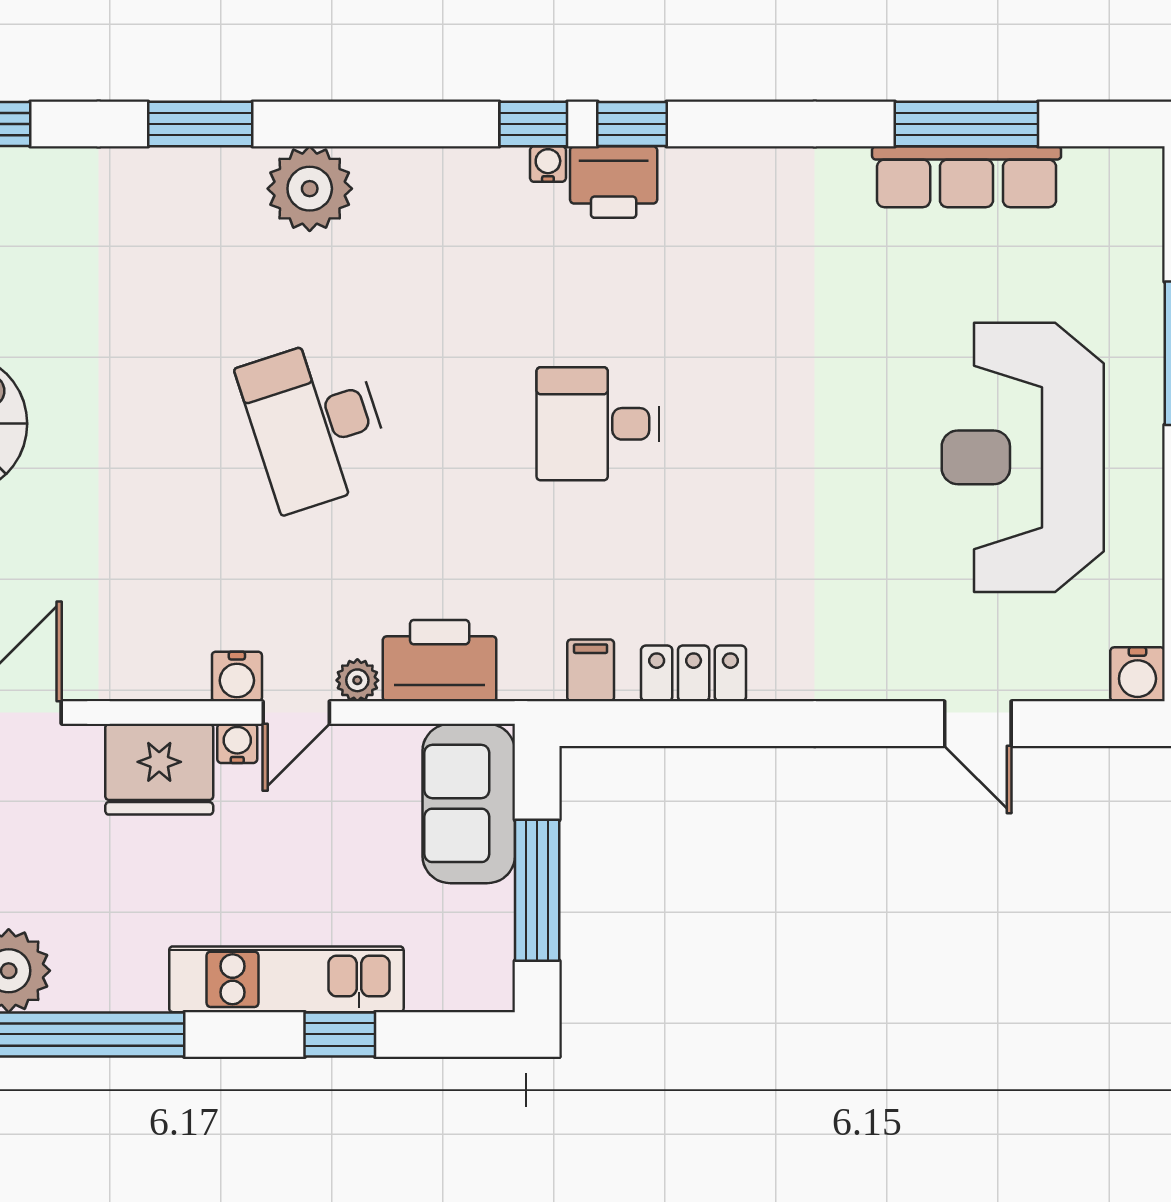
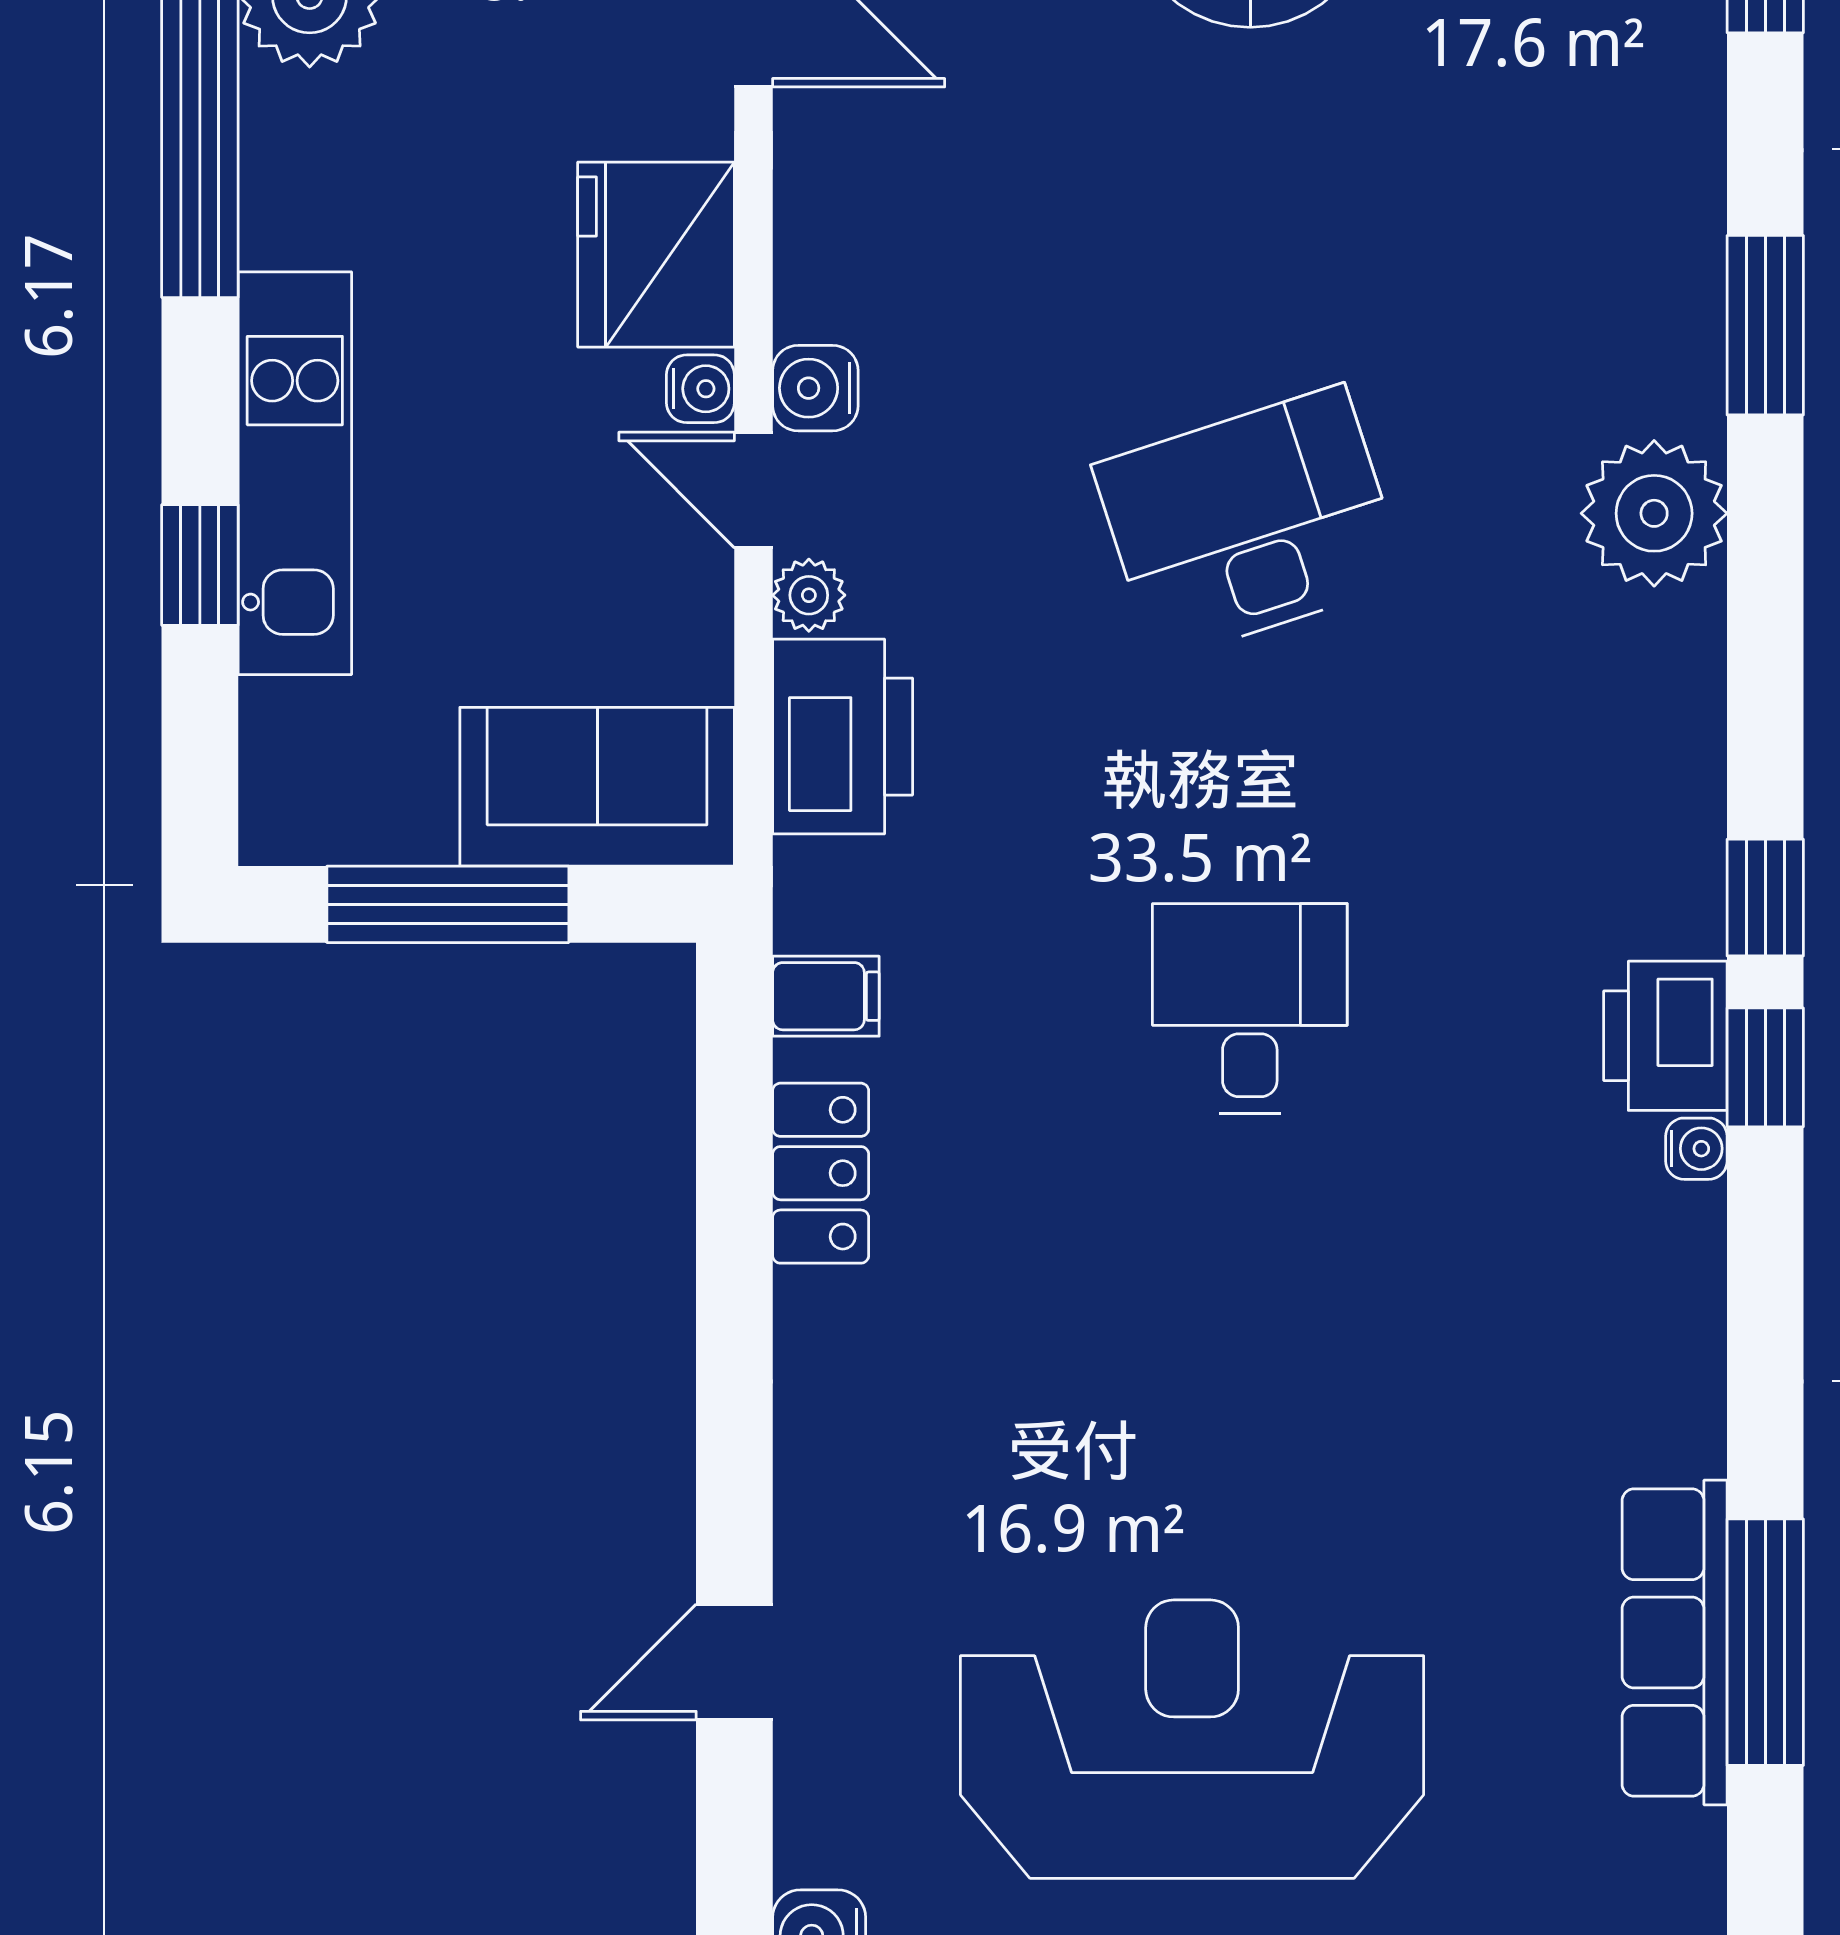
water cooler: (548, 164) -> (1696, 1149), moved

